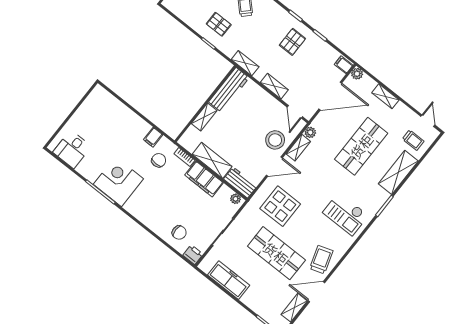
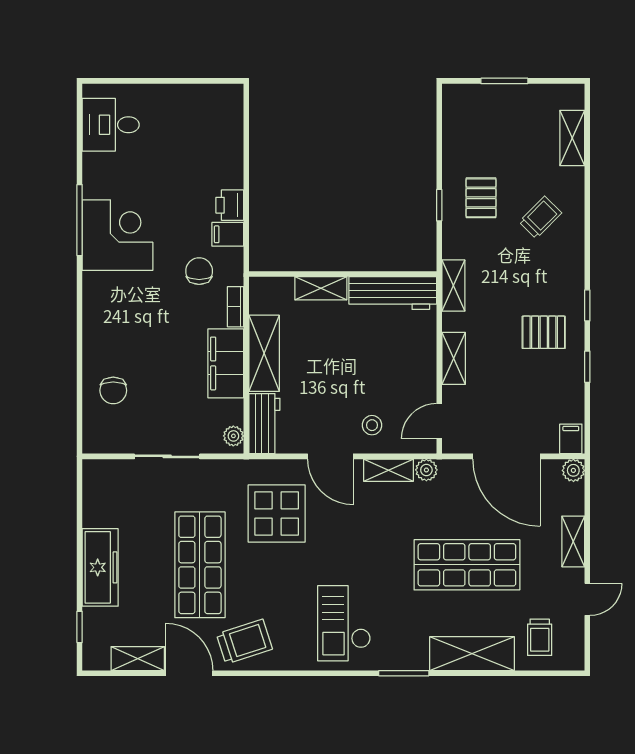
door: (428, 121) -> (587, 599), moved
stool: (275, 140) -> (372, 425), width x0.53, depth x0.53
chair: (159, 160) -> (199, 271), turned -90
printer: (193, 255) -> (230, 205), moved, turned 180
freezer: (229, 280) -> (100, 567), moved

